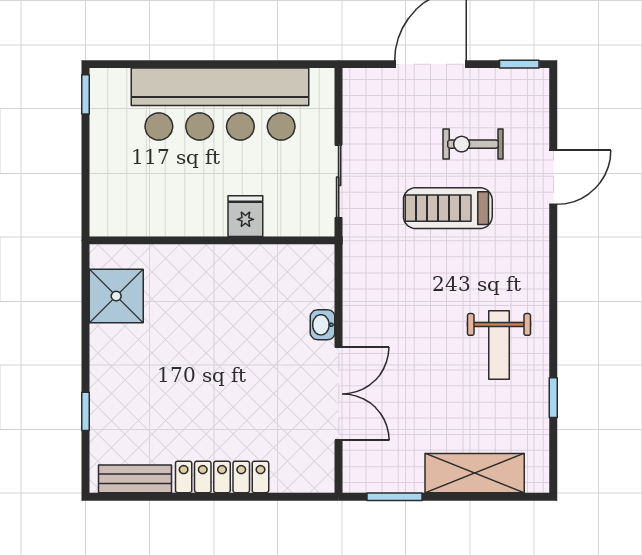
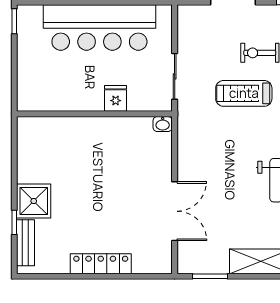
shower: (116, 296) -> (34, 201), moved
washbasin: (323, 325) -> (163, 124), moved, turned -90
bench: (135, 479) -> (25, 243), moved, turned 90

